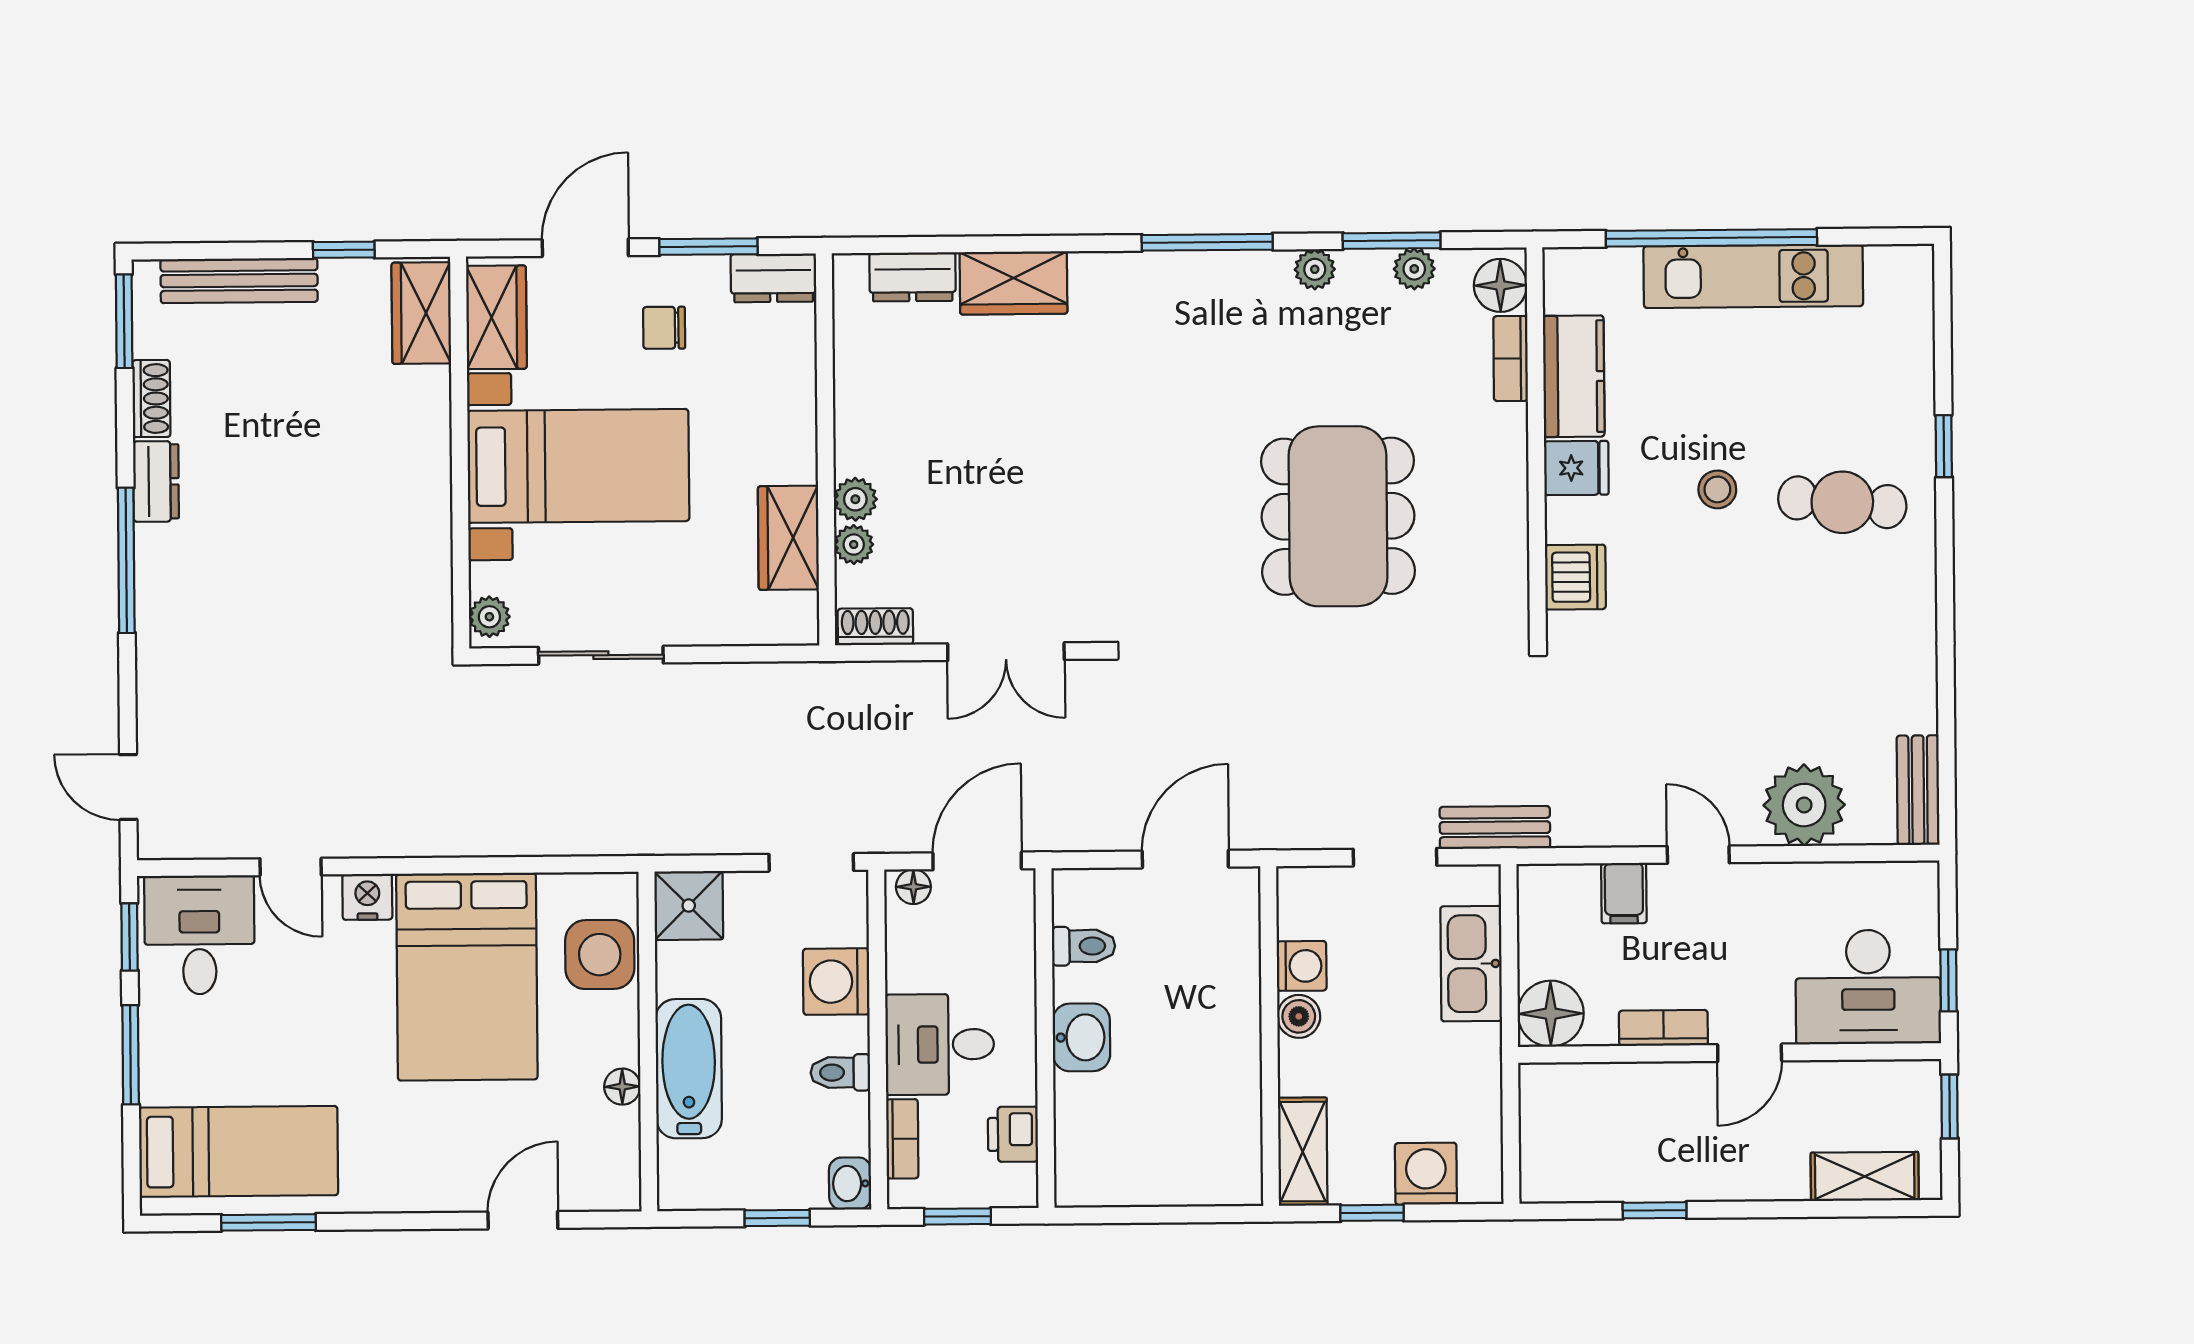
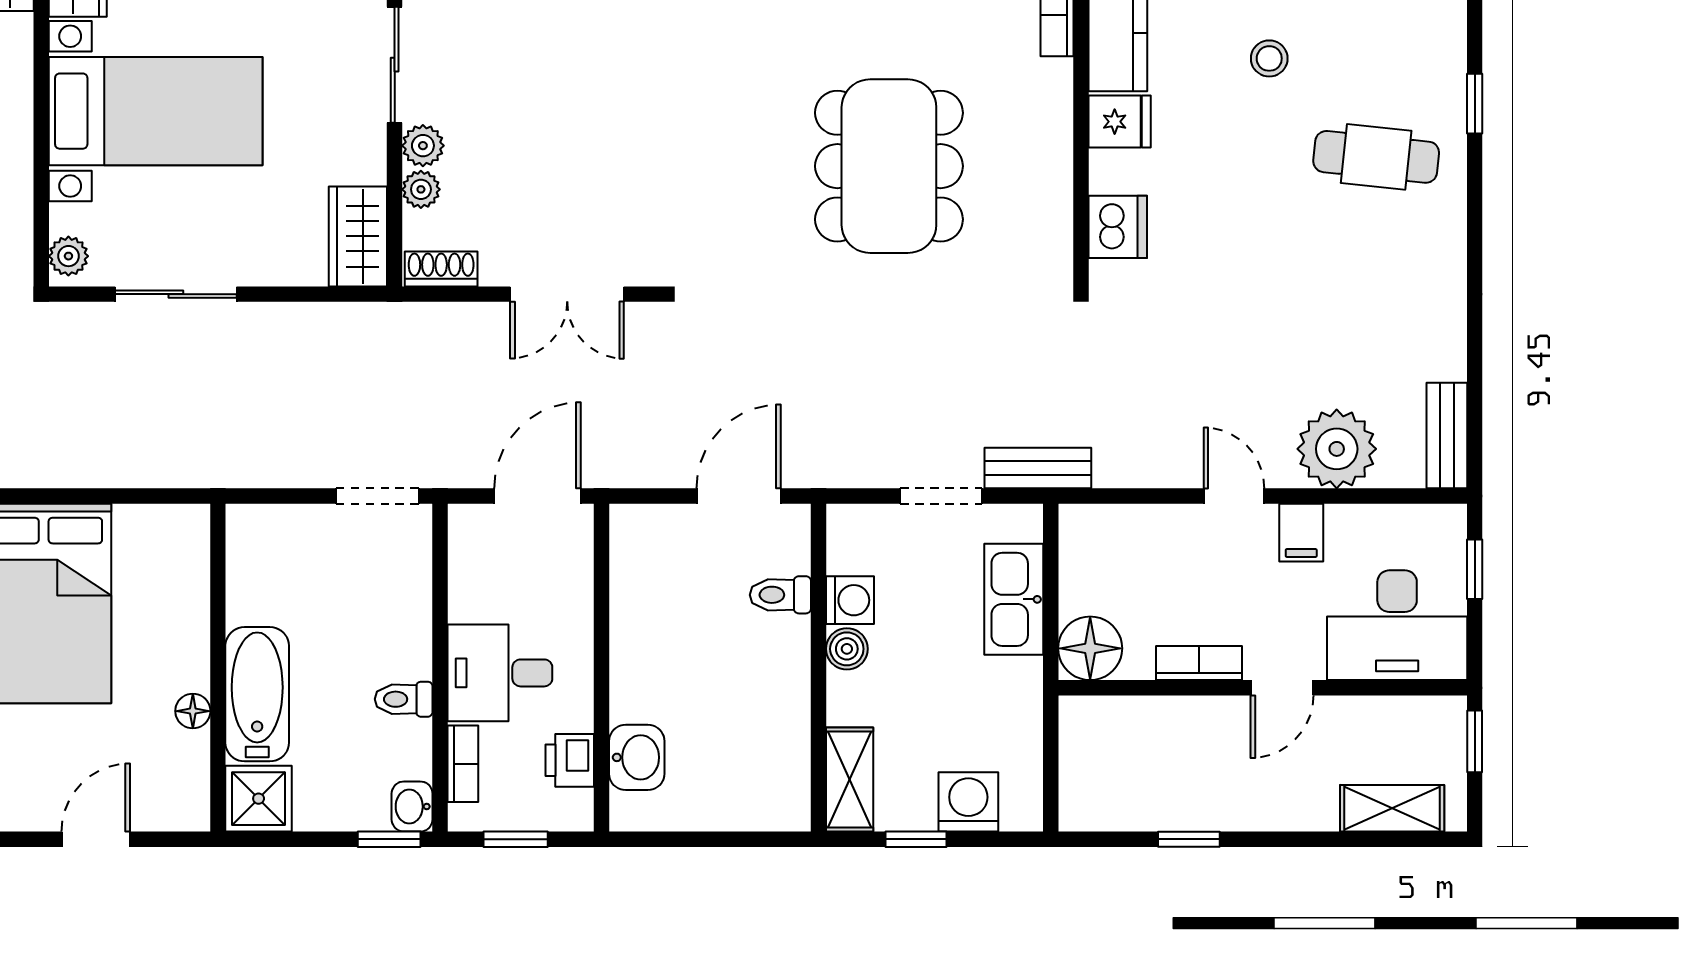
sliding door: (825, 416) -> (395, 65), added
stool: (1717, 489) -> (1269, 58), moved
wardrobe: (788, 538) -> (358, 236), moved
floor lamp: (913, 887) -> (476, 520), removed
filing cabinet: (1624, 893) -> (1301, 533), moved
shower: (689, 906) -> (259, 799), moved
toilet: (1084, 946) -> (780, 595), moved, turned 180
side table: (600, 955) -> (172, 583), removed
window: (1948, 980) -> (1475, 569), moved
washing machine: (836, 982) -> (400, 611), removed
washbasin: (1081, 1037) -> (637, 757), moved
window: (777, 1218) -> (389, 839), moved

